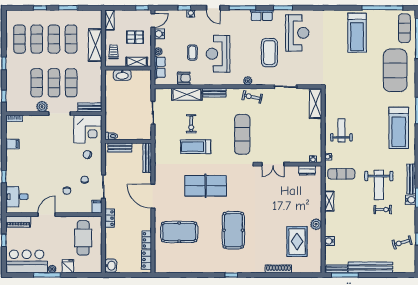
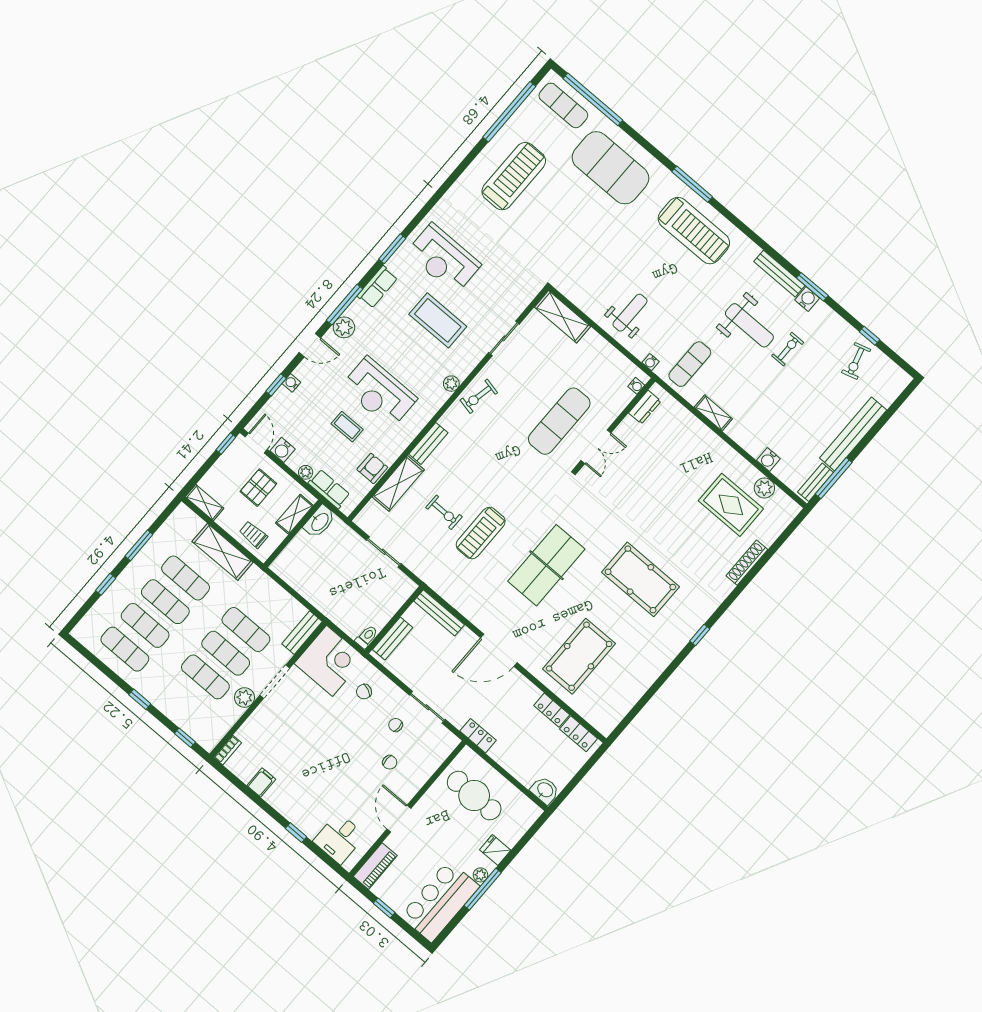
plant: (233, 16) -> (344, 327), added
reception desk: (297, 33) -> (443, 259), turned 180
treadmill: (357, 33) -> (514, 176), turned -90
washbasin: (122, 75) -> (320, 522), moved
weight bench: (341, 130) -> (630, 313), turned 90
exercise mat: (242, 134) -> (559, 421), moved, turned 90
filing cabinet: (97, 207) -> (447, 740), removed
plant: (316, 224) -> (764, 488), moved

